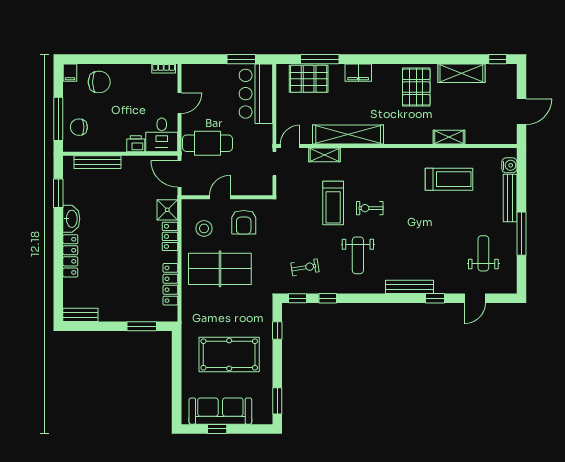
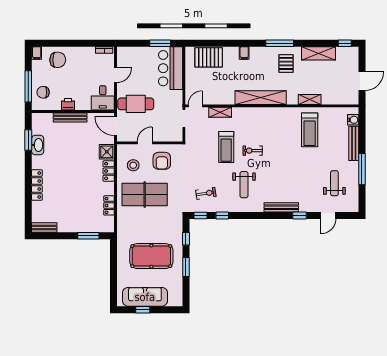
window: (320, 59) -> (280, 43), moved
filing cabinet: (358, 73) -> (244, 53), width x0.50
pallet: (416, 87) -> (286, 63), width x0.67, depth x0.71
shelving: (348, 134) -> (261, 98), moved
printer: (136, 144) -> (68, 104), moved
bench: (98, 162) -> (70, 118), moved
treadmill: (449, 179) -> (310, 130), turned 90
washbasin: (71, 219) -> (38, 145), moved
locker: (170, 284) -> (109, 205), width x0.66
window: (277, 401) -> (186, 267), moved

